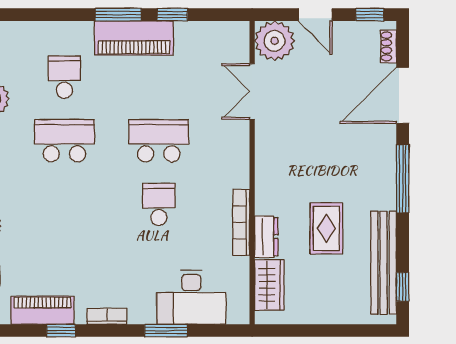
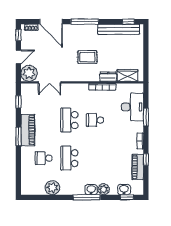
window: (172, 15) -> (18, 102), moved
rug: (326, 228) -> (87, 57), moved

